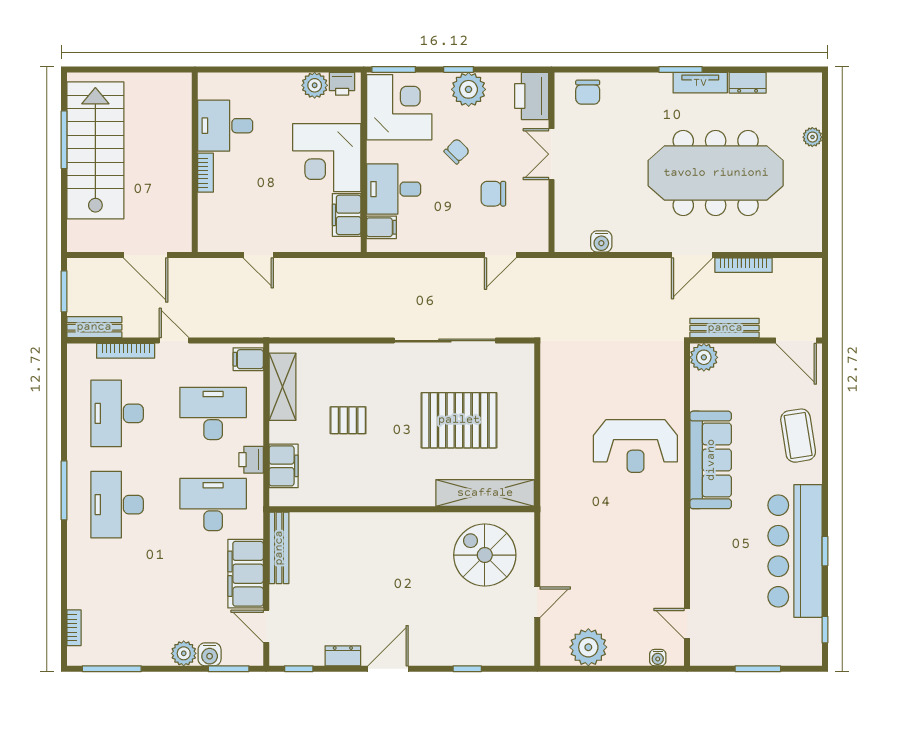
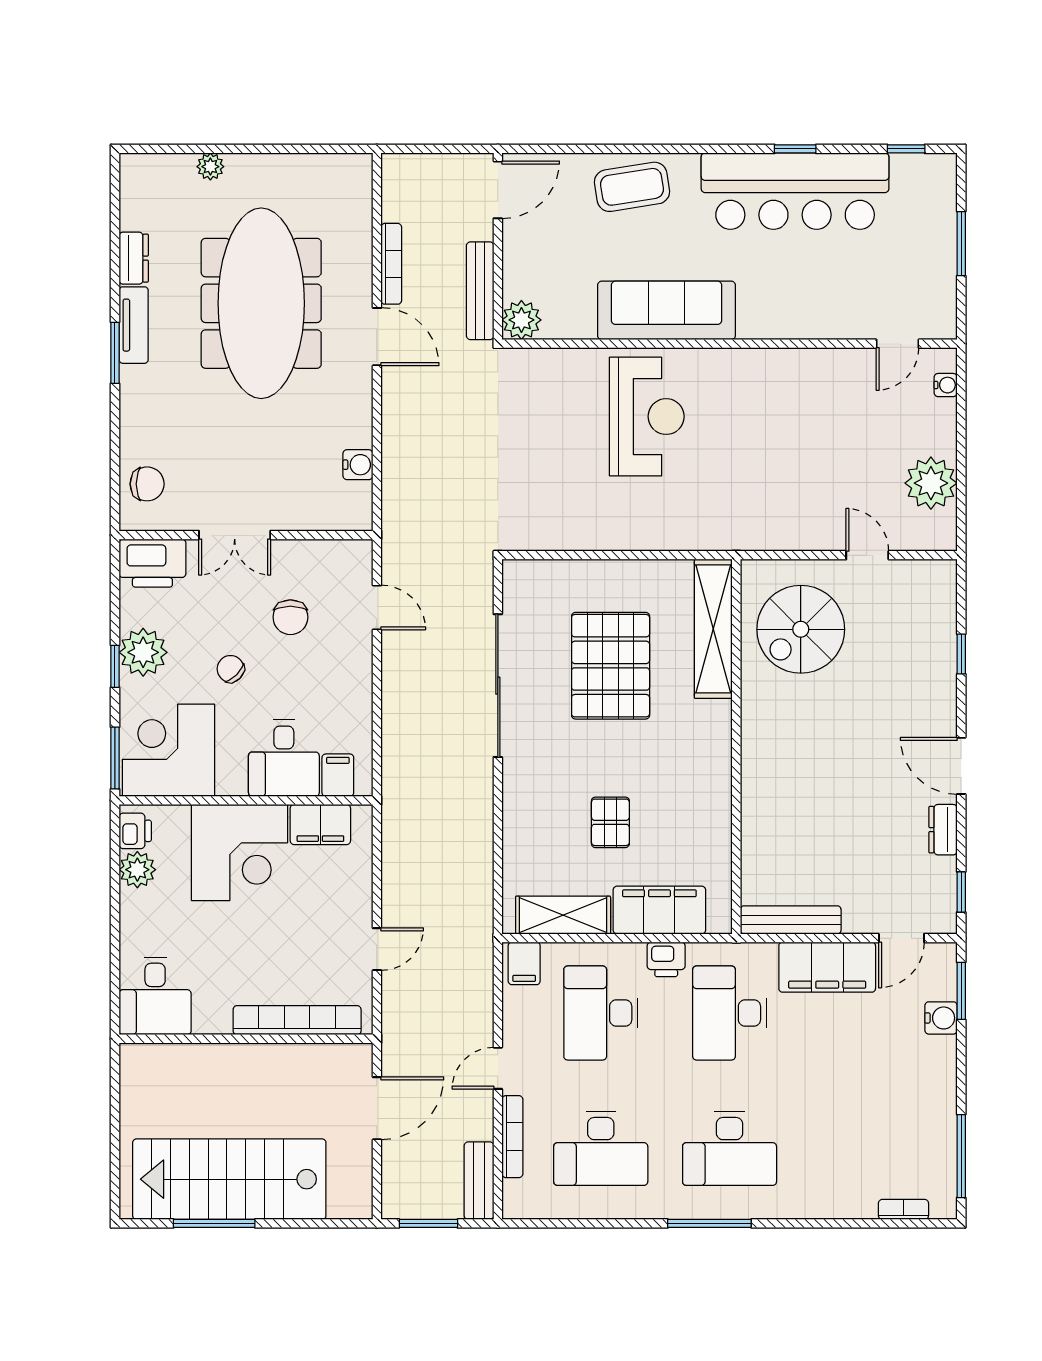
desk: (225, 126) -> (155, 996), moved
bookcase: (206, 173) -> (297, 1020), width x2.31, depth x1.31
filing cabinet: (284, 466) -> (659, 910), width x1.50, depth x1.17
plant: (184, 653) -> (940, 1054), removed

